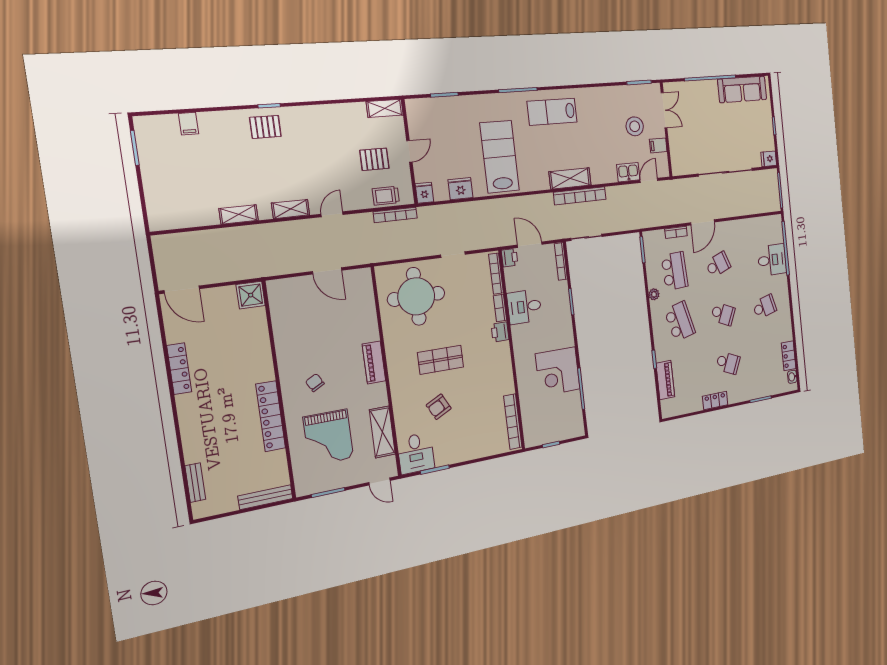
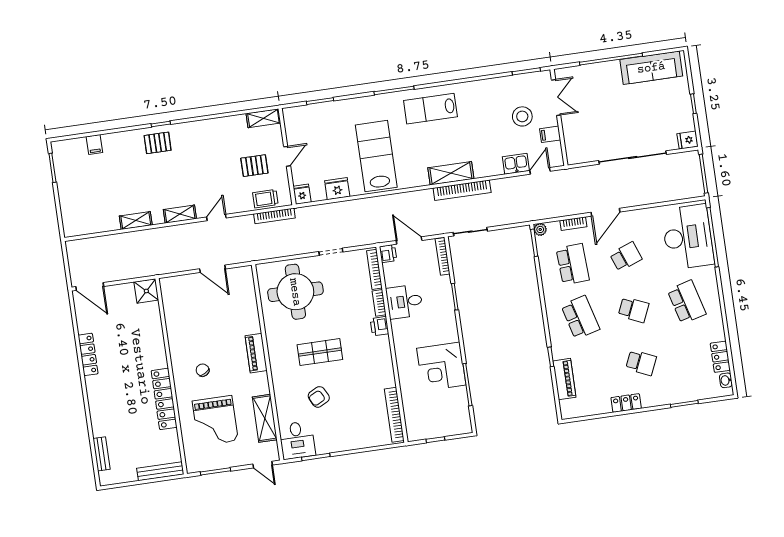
desk: (772, 260) -> (688, 237), width x1.87, depth x1.30
plant: (654, 294) -> (540, 229), moved
school desk: (764, 307) -> (687, 302), width x1.85

